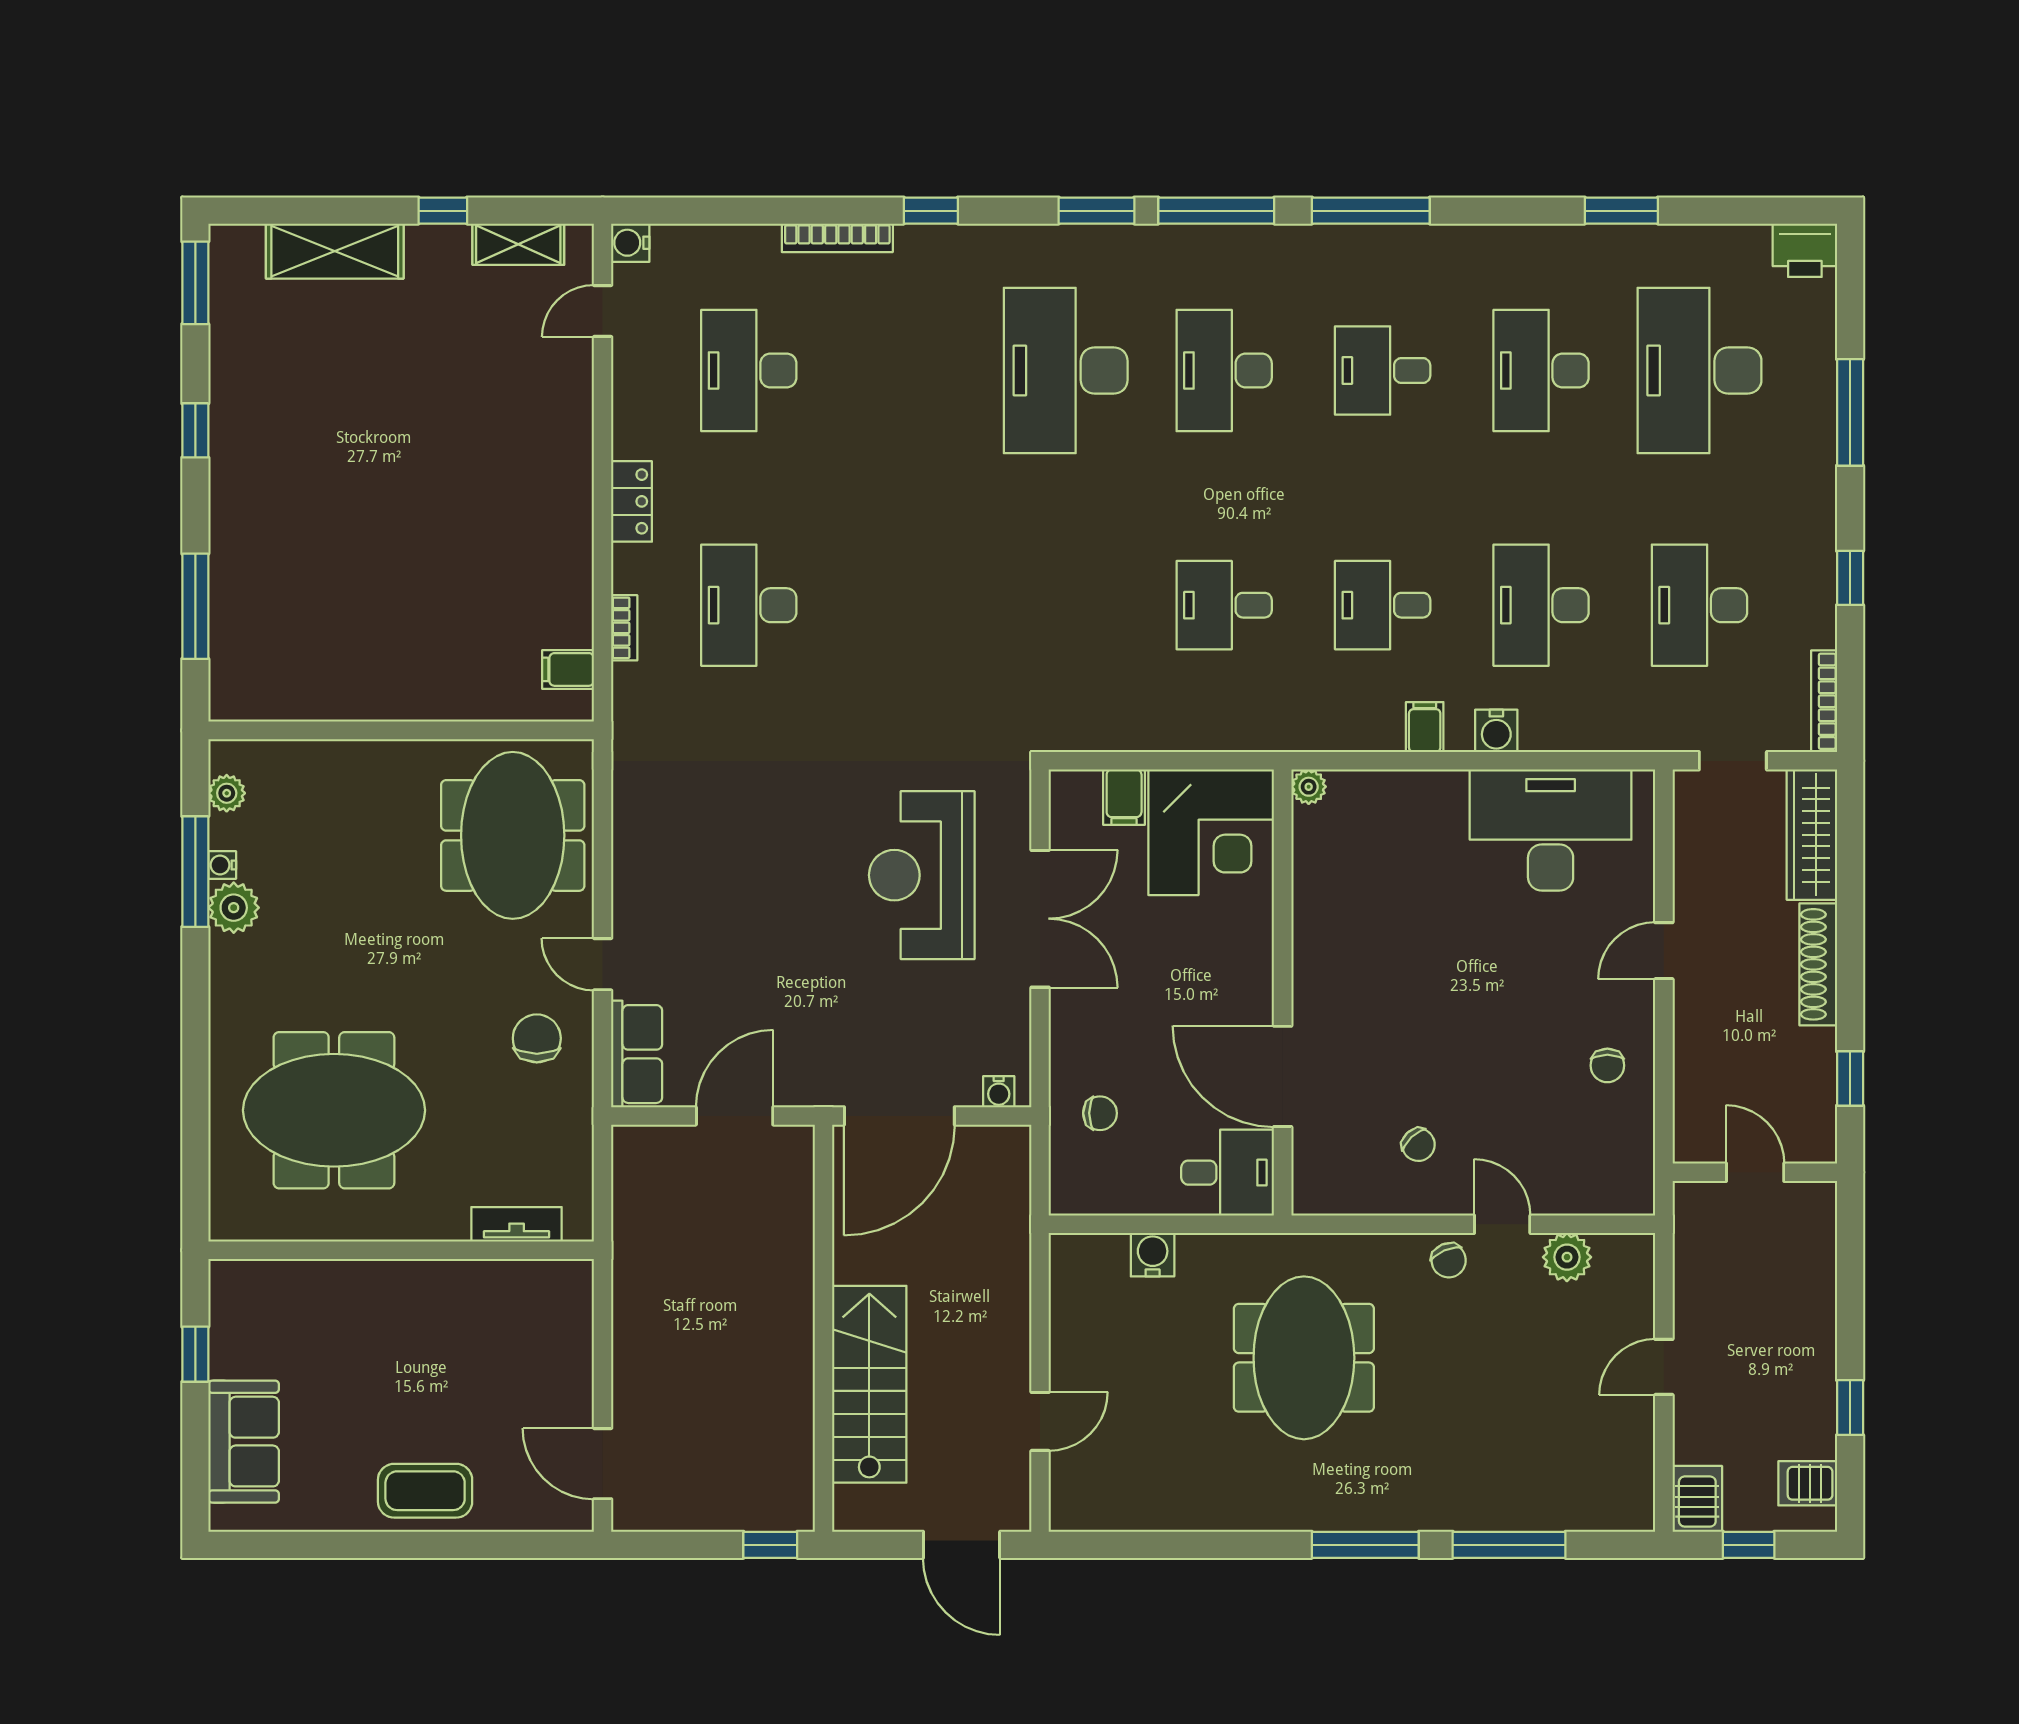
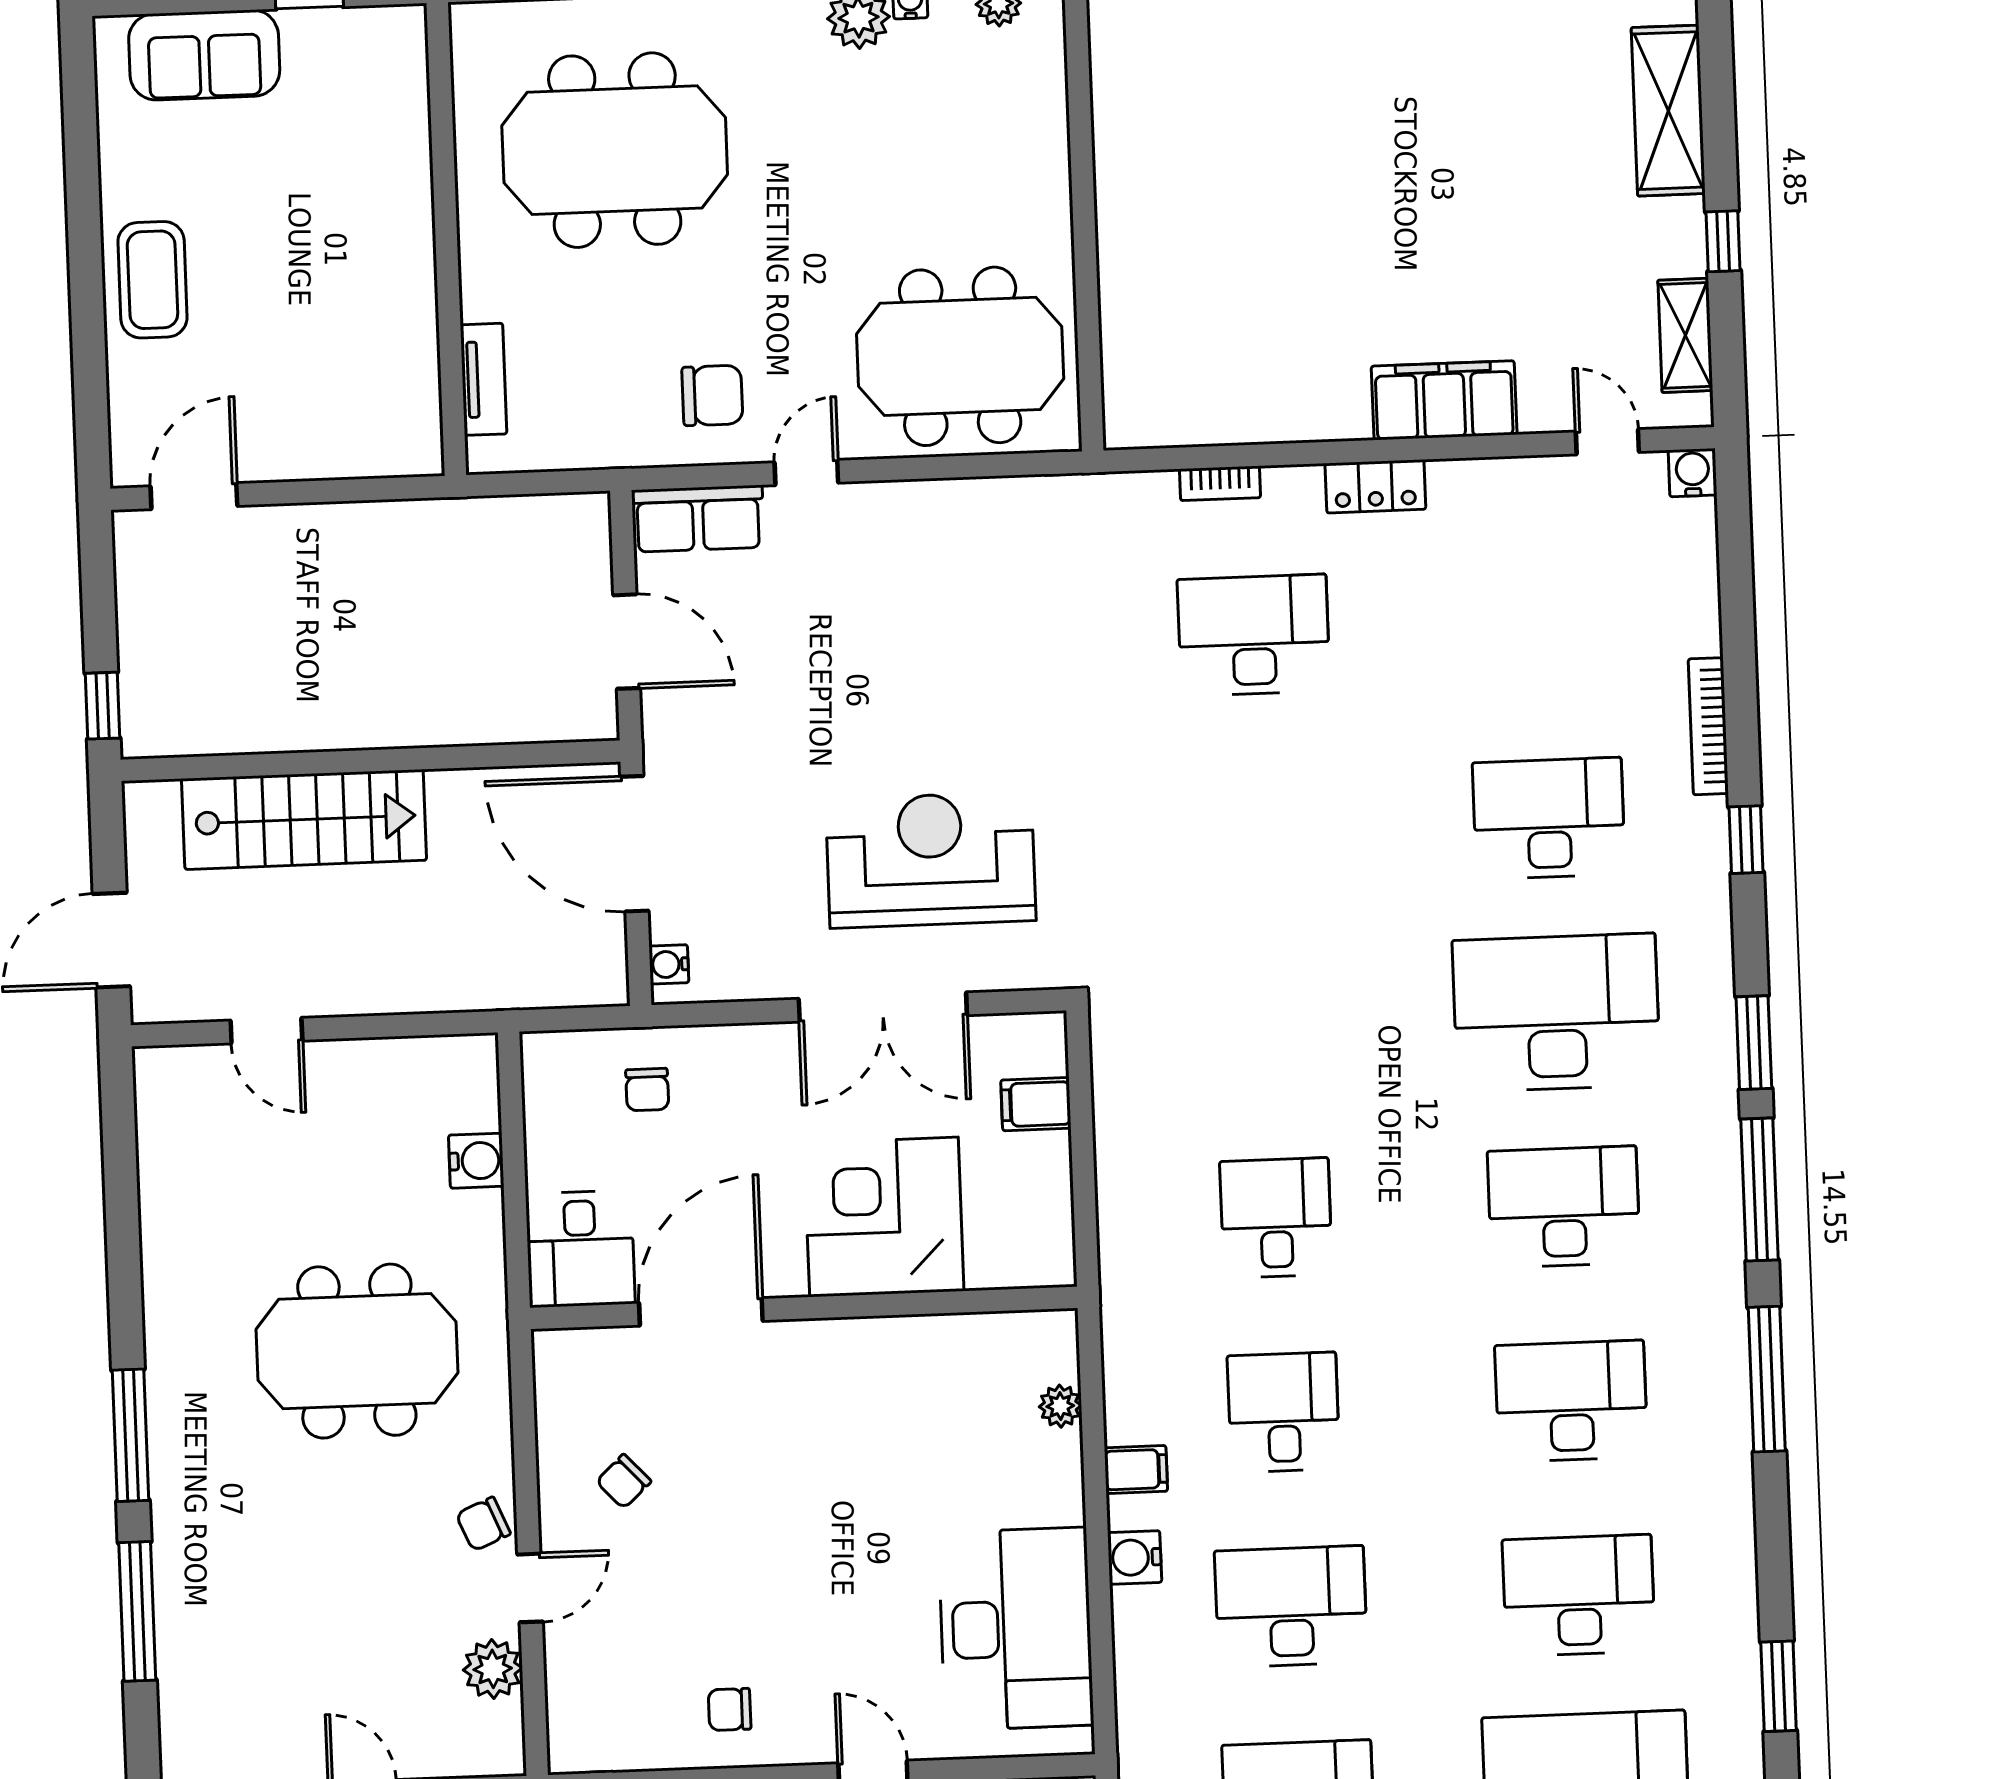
desk: (749, 370) -> (1549, 818), moved
desk: (1383, 370) -> (1571, 1401), width x1.37
filing cabinet: (568, 669) -> (1444, 400), moved, width x3.00, depth x1.17
plant: (1309, 787) -> (1060, 1406), moved
corner desk: (1211, 832) -> (884, 1217), moved, turned 90
meeting table: (334, 1110) -> (615, 150), turned 90

